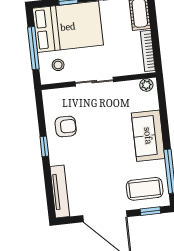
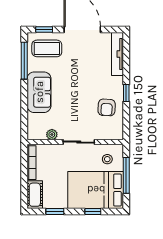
plant: (146, 85) -> (52, 135), moved
armchair: (66, 126) -> (107, 107), turned -87

